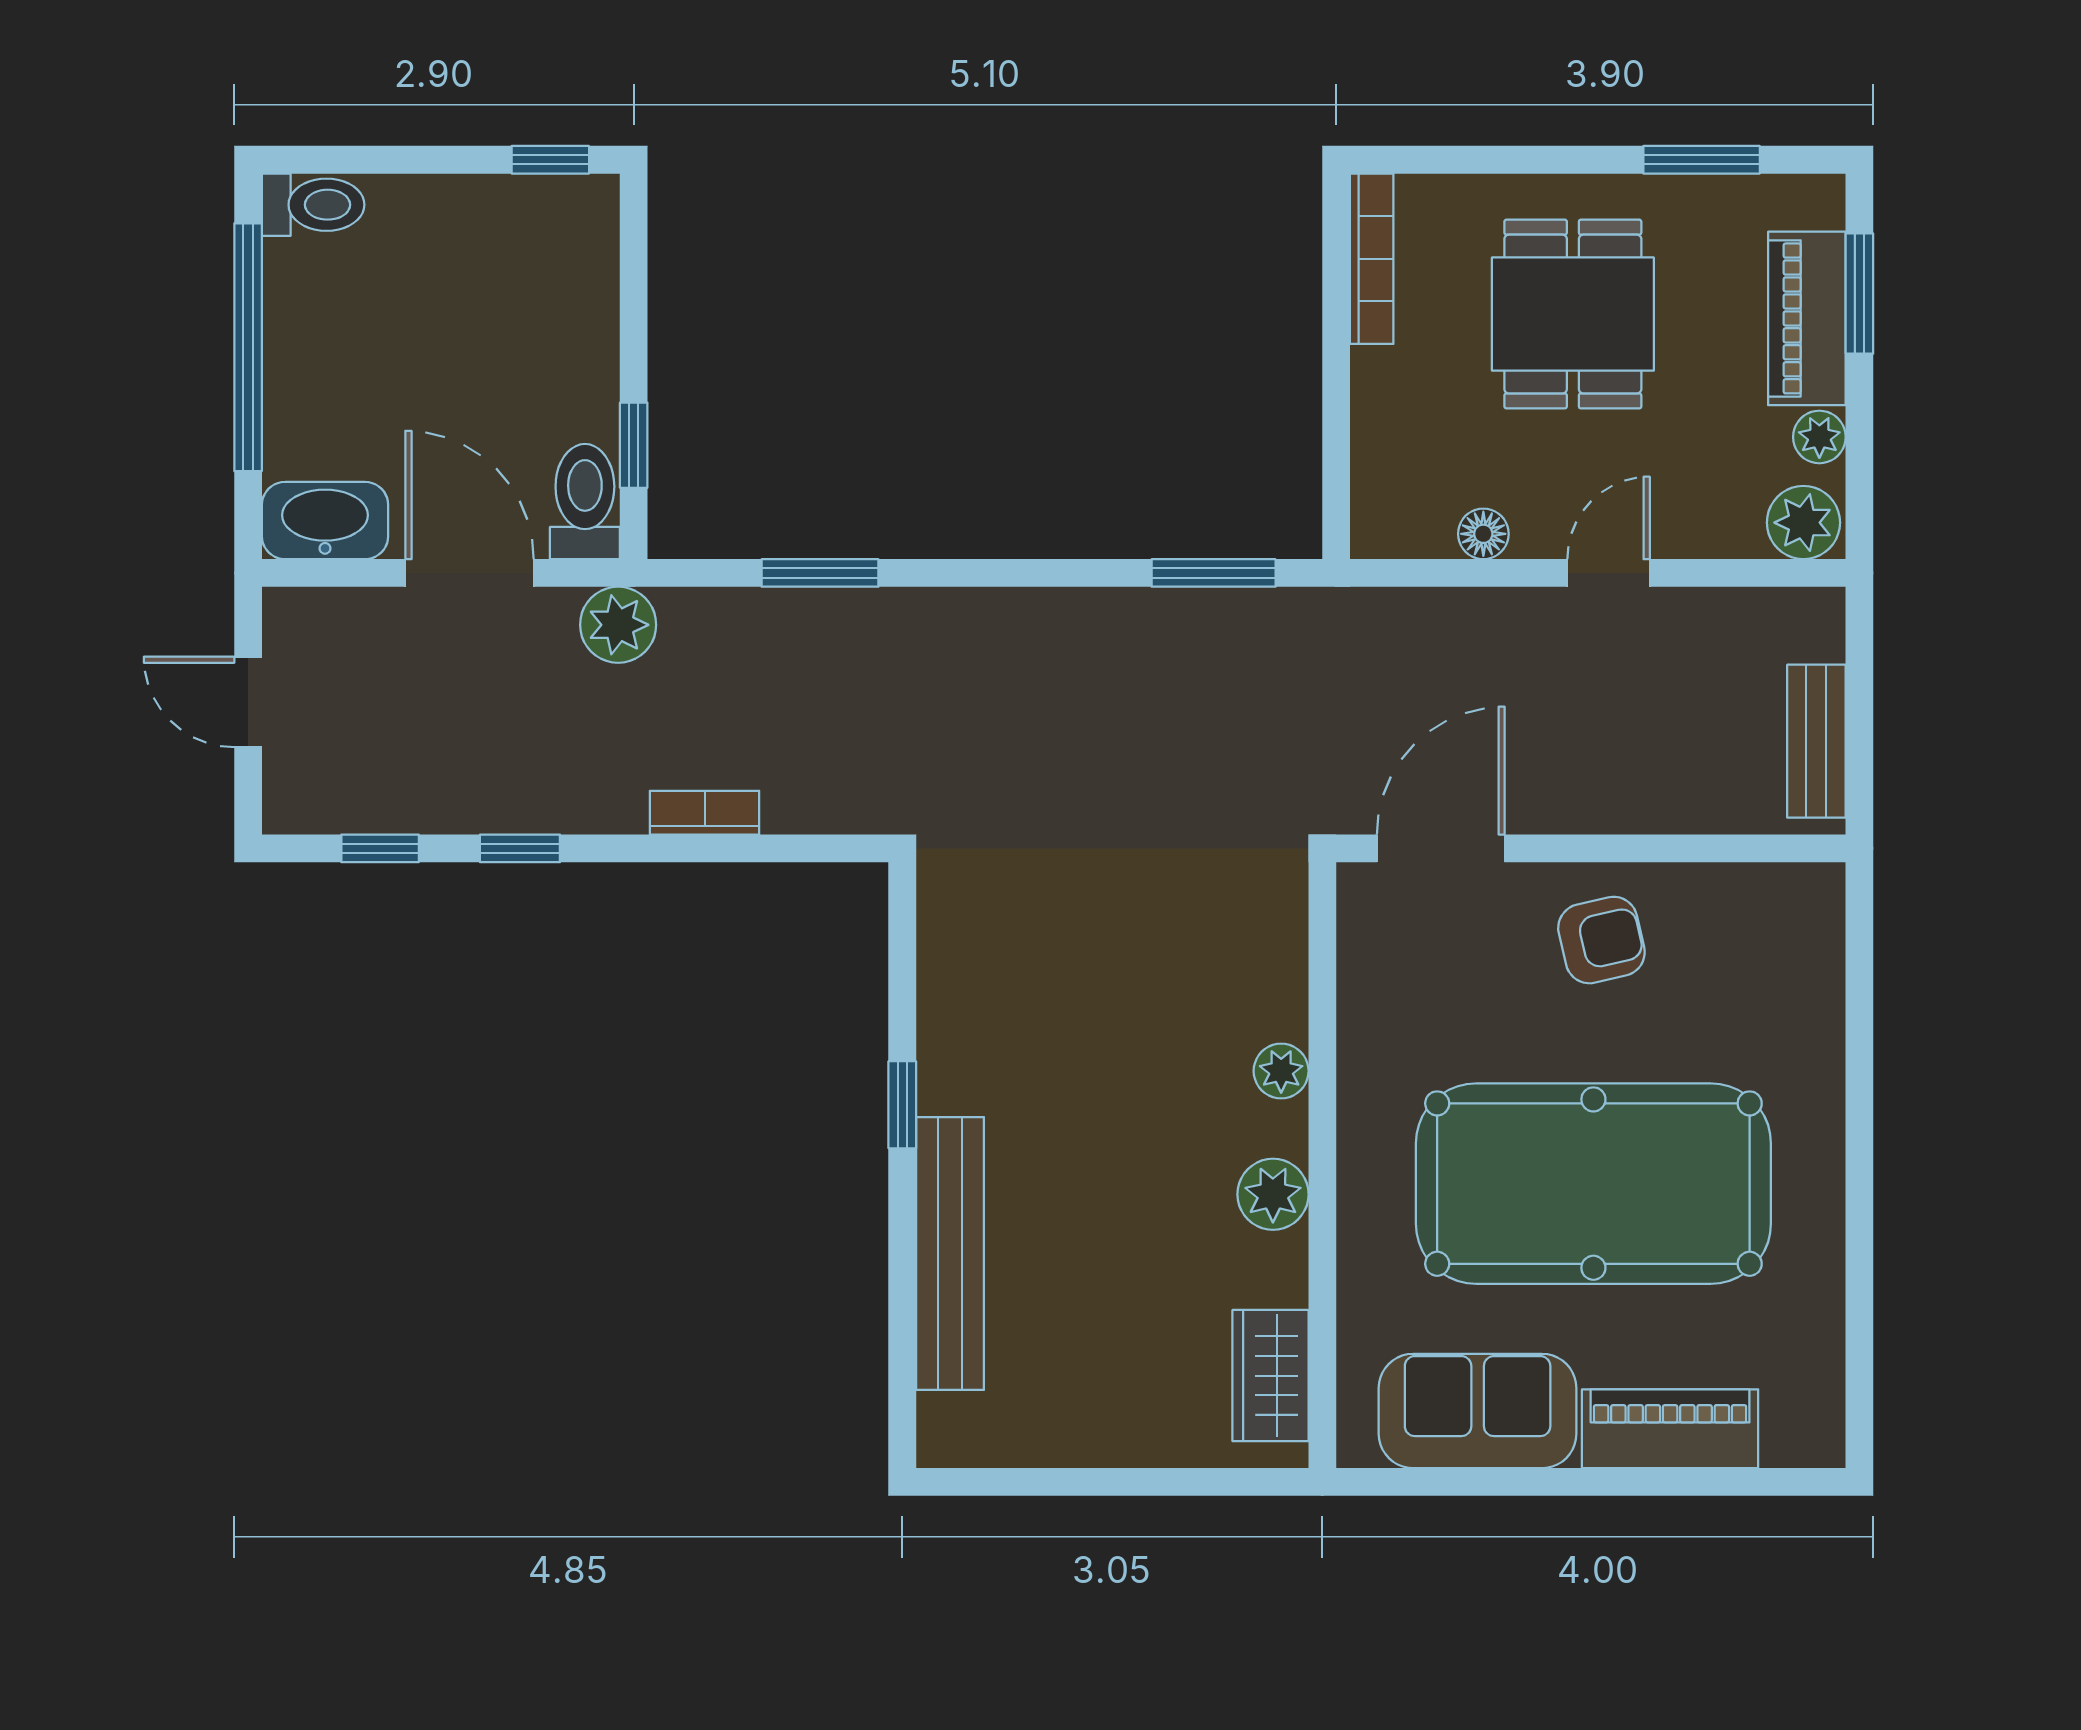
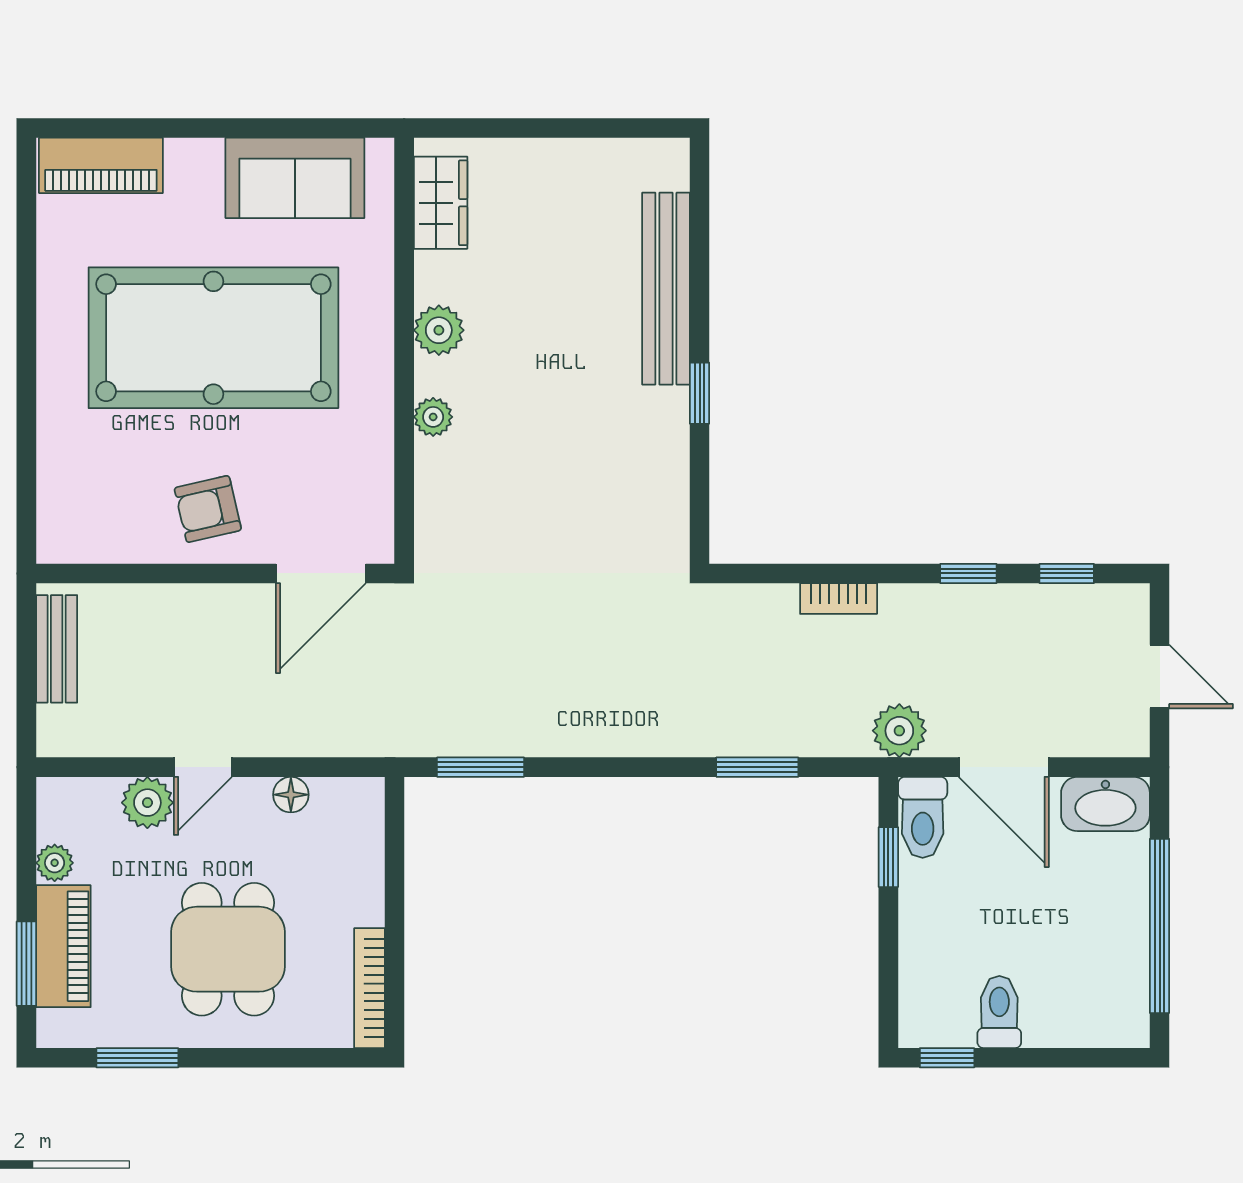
toilet: (313, 205) -> (999, 1012), moved, turned 90
plant: (1803, 523) -> (147, 803), moved
piano: (1670, 1429) -> (101, 165), moved

